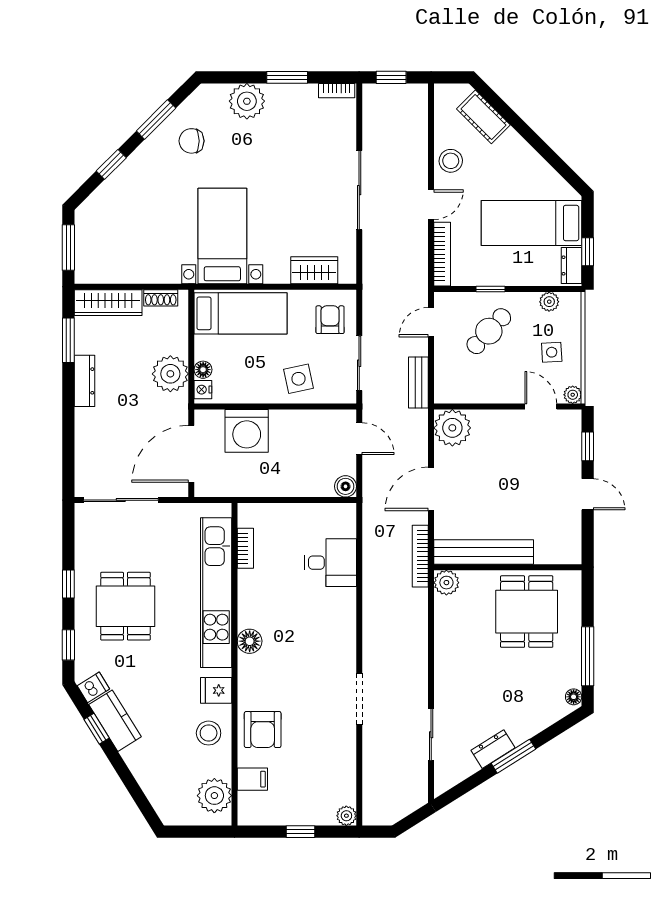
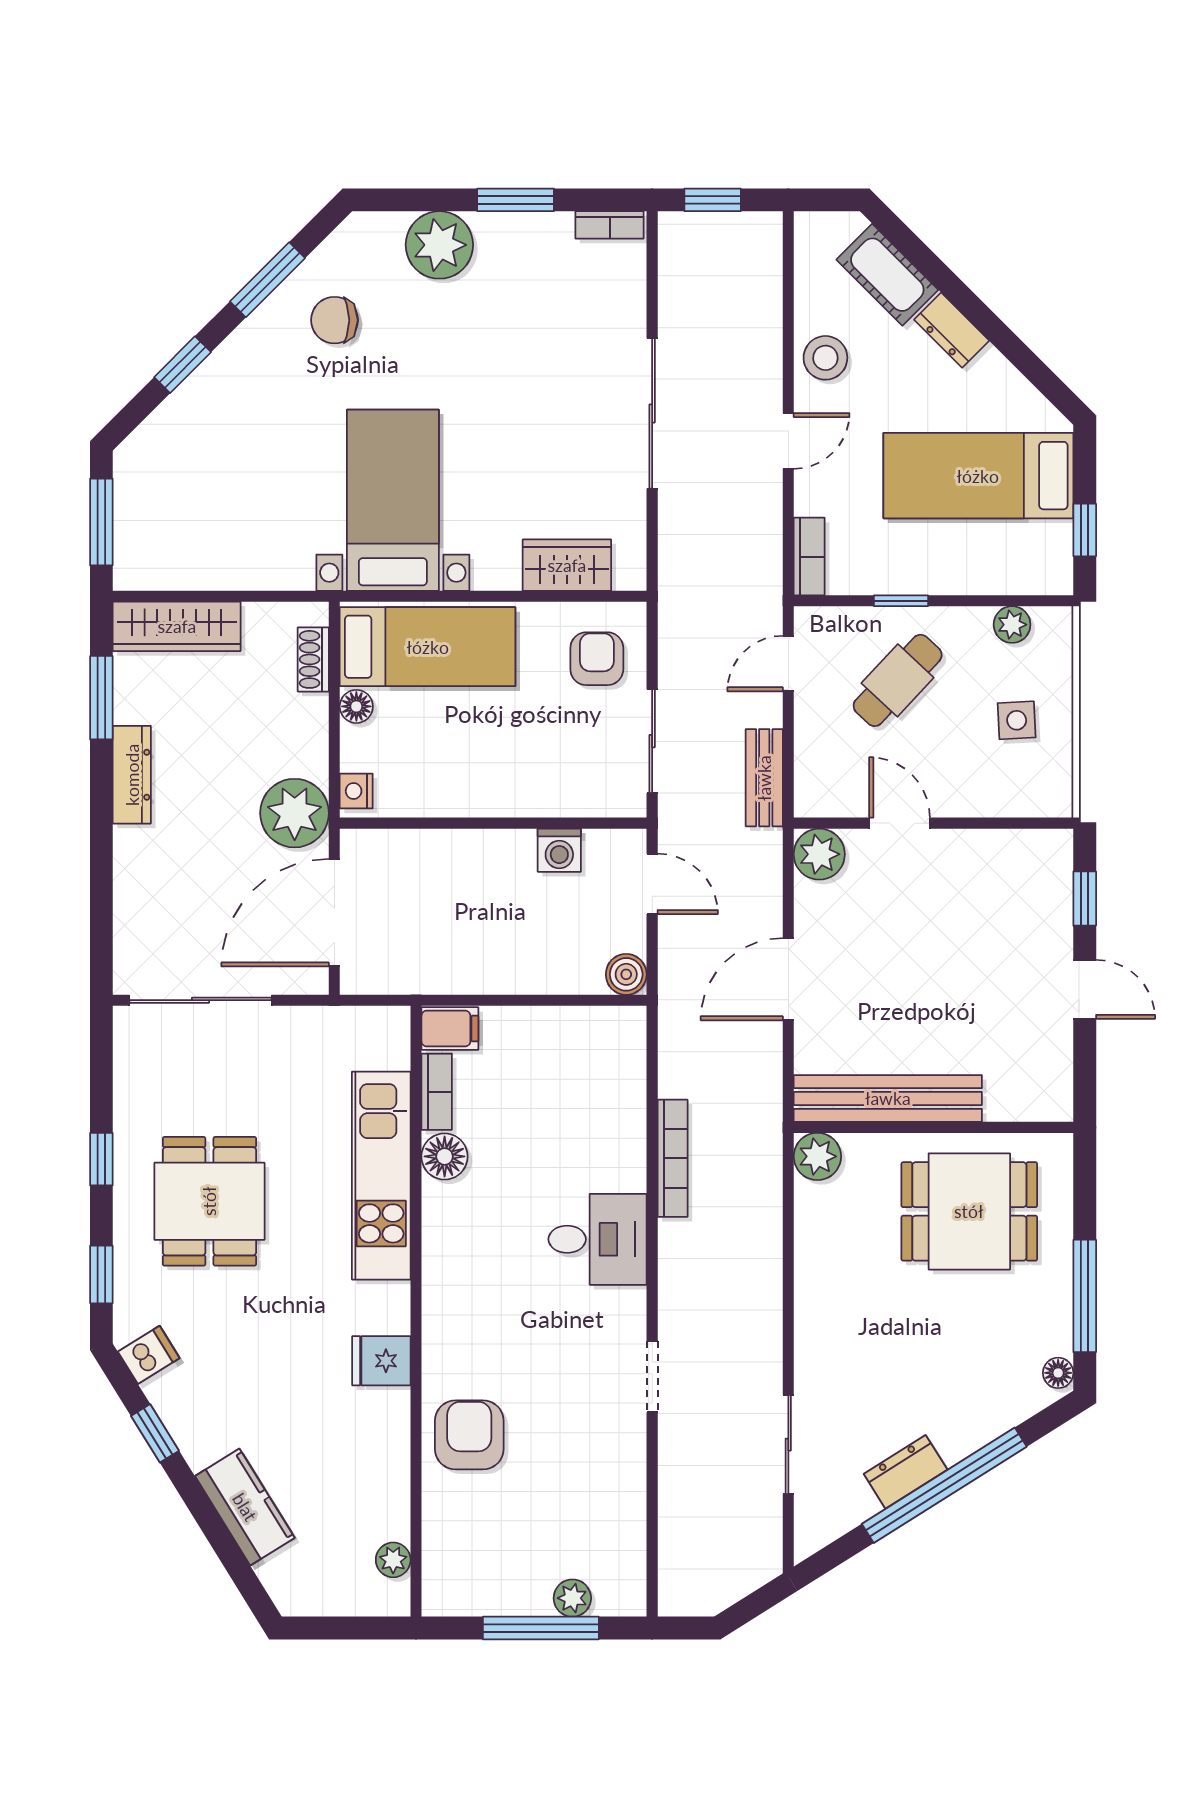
bookcase: (442, 254) -> (809, 557), width x0.64
dresser: (571, 265) -> (952, 330), moved, turned -45
shoe rack: (161, 298) -> (313, 659), moved, turned 90
floor lamp: (203, 370) -> (356, 706), moved
plant: (170, 374) -> (295, 813), moved
side table: (299, 379) -> (537, 771), removed
plant: (573, 395) -> (1056, 801), removed
door: (541, 407) -> (900, 823), moved
plant: (452, 428) -> (819, 854), width x0.73, depth x0.73
washing machine: (247, 431) -> (559, 850), moved, width x0.53, depth x0.53
bookcase: (420, 556) -> (673, 1158), moved, turned 180
desk: (330, 563) -> (598, 1239), moved
kitchen unit: (216, 593) -> (381, 1176), width x0.73
dining table: (527, 612) -> (969, 1211), turned 90
floor lamp: (250, 641) -> (445, 1156), moved
doorway: (359, 699) -> (652, 1377), width x0.73
kitchen counter: (115, 721) -> (245, 1507), moved
armchair: (263, 730) -> (469, 1435), turned 180
stool: (209, 733) -> (367, 1441), removed
window: (513, 756) -> (944, 1485), width x2.11
filing cabinet: (252, 779) -> (450, 1029), moved
plant: (214, 796) -> (393, 1560), width x0.53, depth x0.53
plant: (346, 816) -> (572, 1598), moved
window: (300, 832) -> (541, 1628), width x2.17

